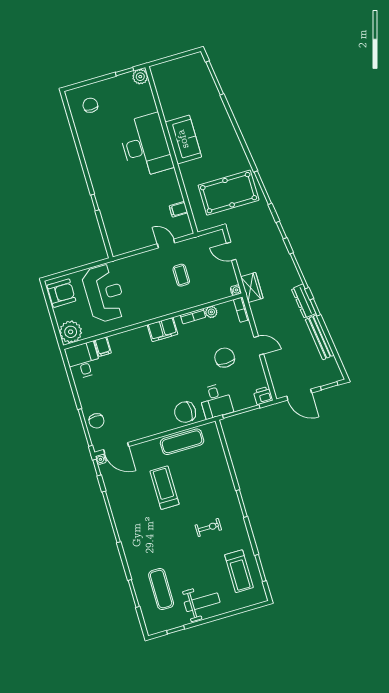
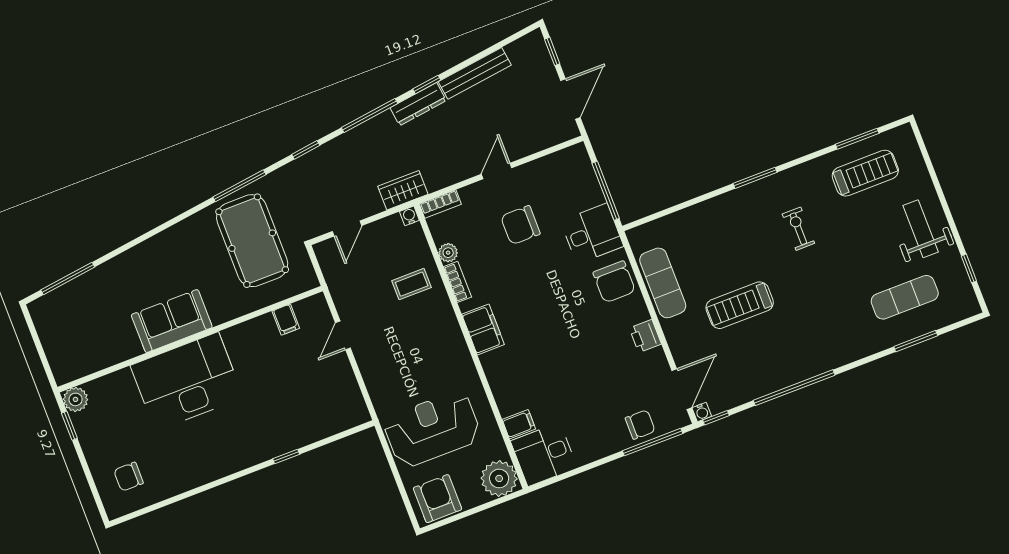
coffee table: (181, 275) -> (412, 284), moved
printer: (263, 396) -> (645, 336), moved

